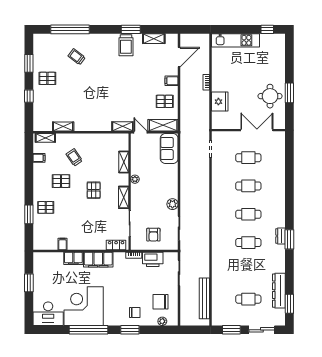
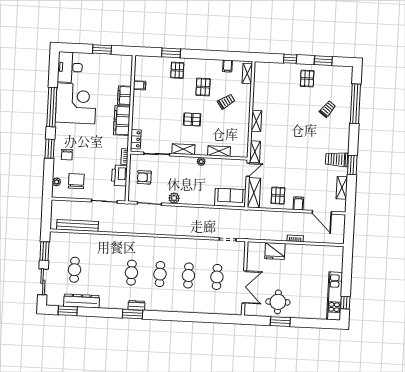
kitchen unit: (235, 40) -> (335, 296), moved
shelving: (63, 127) -> (256, 121), moved

